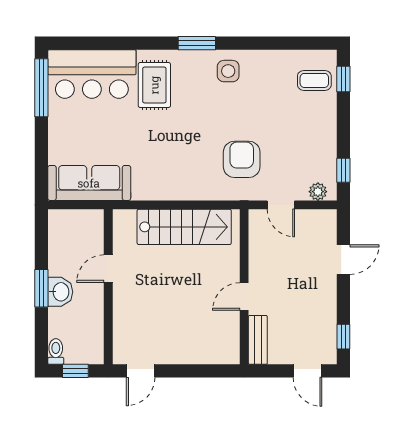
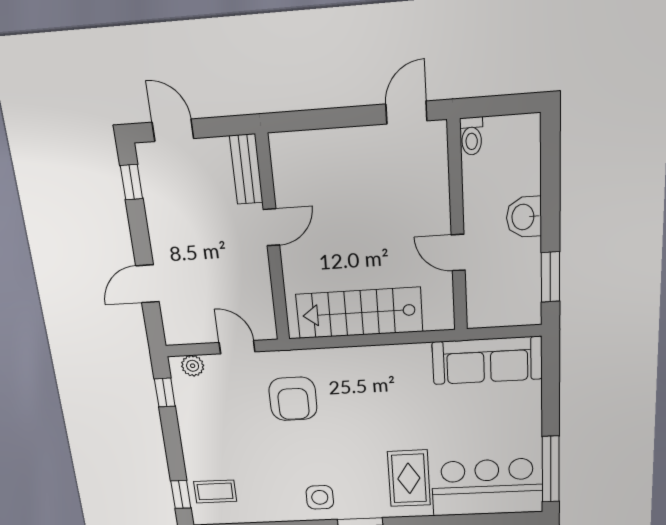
door: (108, 269) -> (458, 253), swing flipped
window: (41, 288) -> (550, 277), moved
toilet: (56, 352) -> (472, 136), moved
window: (75, 371) -> (501, 105), removed

